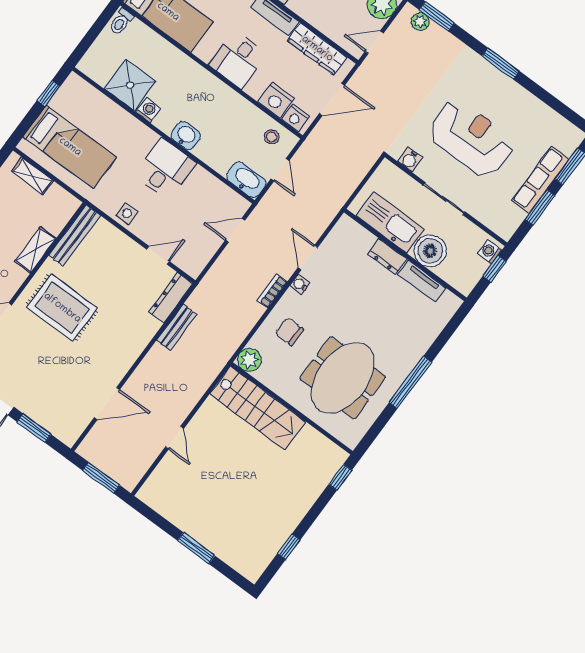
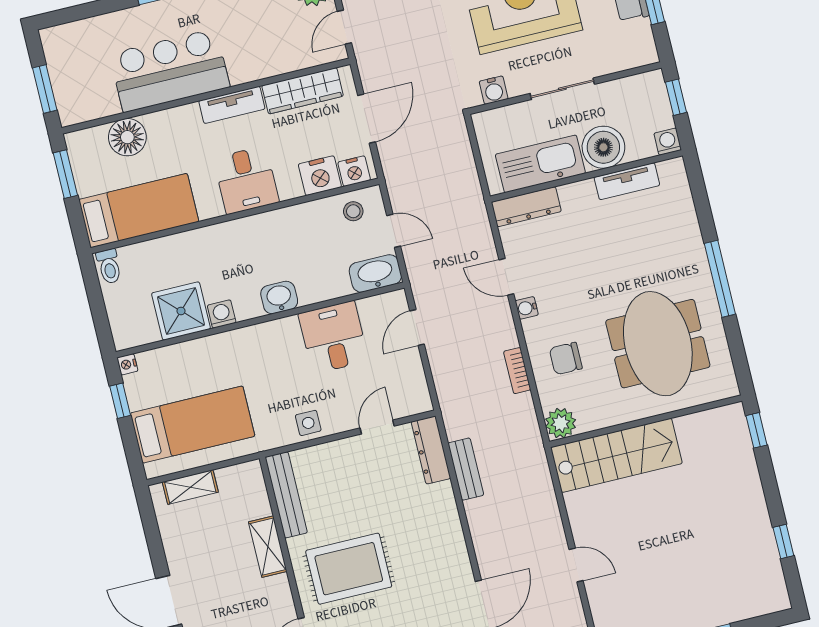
nightstand: (73, 80) -> (127, 364), added
desk: (165, 169) -> (333, 337), moved
washing machine: (490, 252) -> (668, 142), moved, turned 90
dresser: (387, 256) -> (526, 207), moved, width x1.44
bookcase: (272, 291) -> (517, 371), moved

